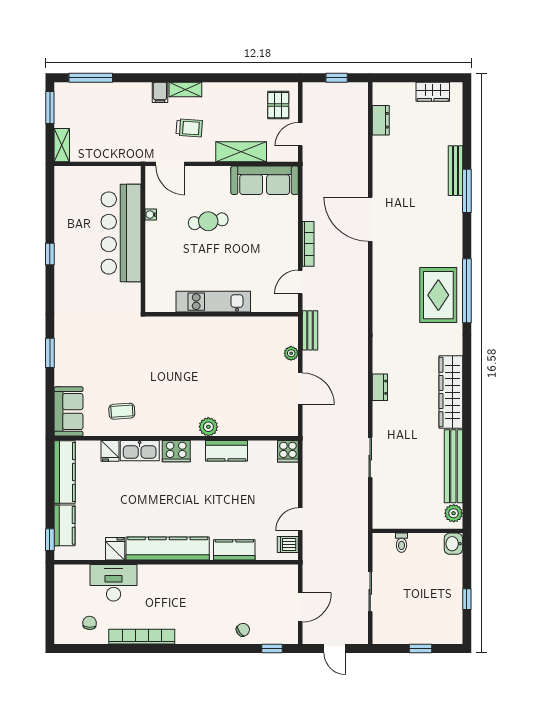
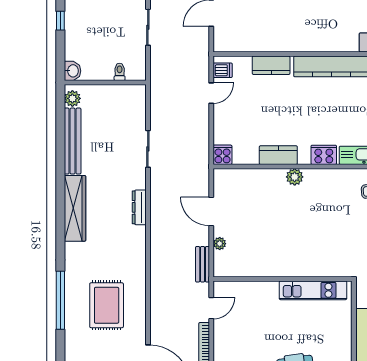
rug: (438, 295) -> (107, 305), moved
kitchen unit: (213, 302) -> (313, 290), moved
dresser: (380, 387) -> (139, 207), width x1.44

